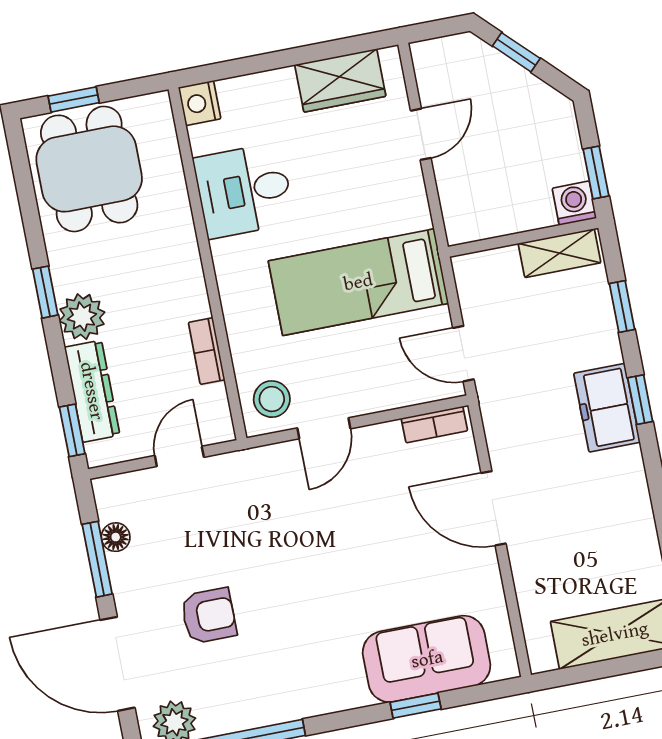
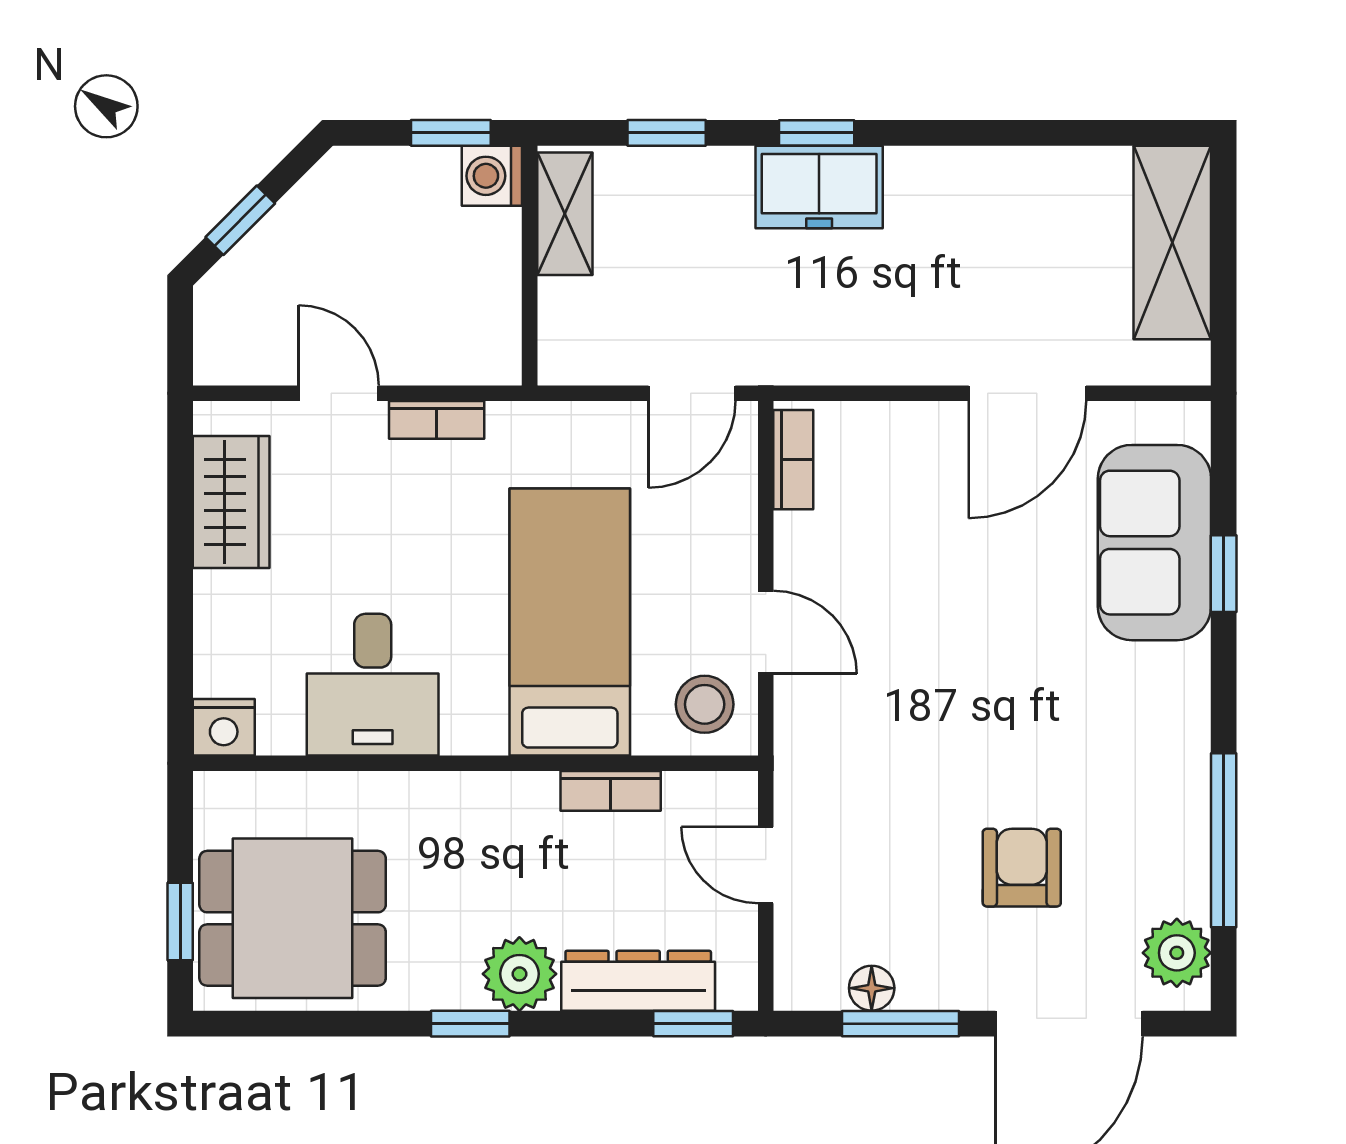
bookcase: (416, 198) -> (437, 420), added
bed: (358, 282) -> (570, 622), moved, turned 180
door: (494, 508) -> (1027, 393), moved

